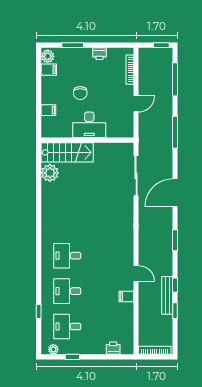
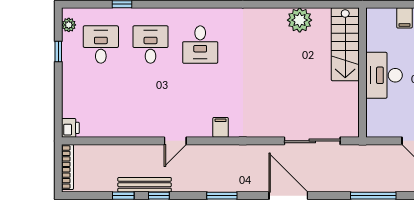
plant: (50, 173) -> (300, 20), moved
desk: (67, 256) -> (200, 45), turned 180
filing cabinet: (126, 297) -> (221, 127), moved
printer: (113, 348) -> (70, 128), moved

